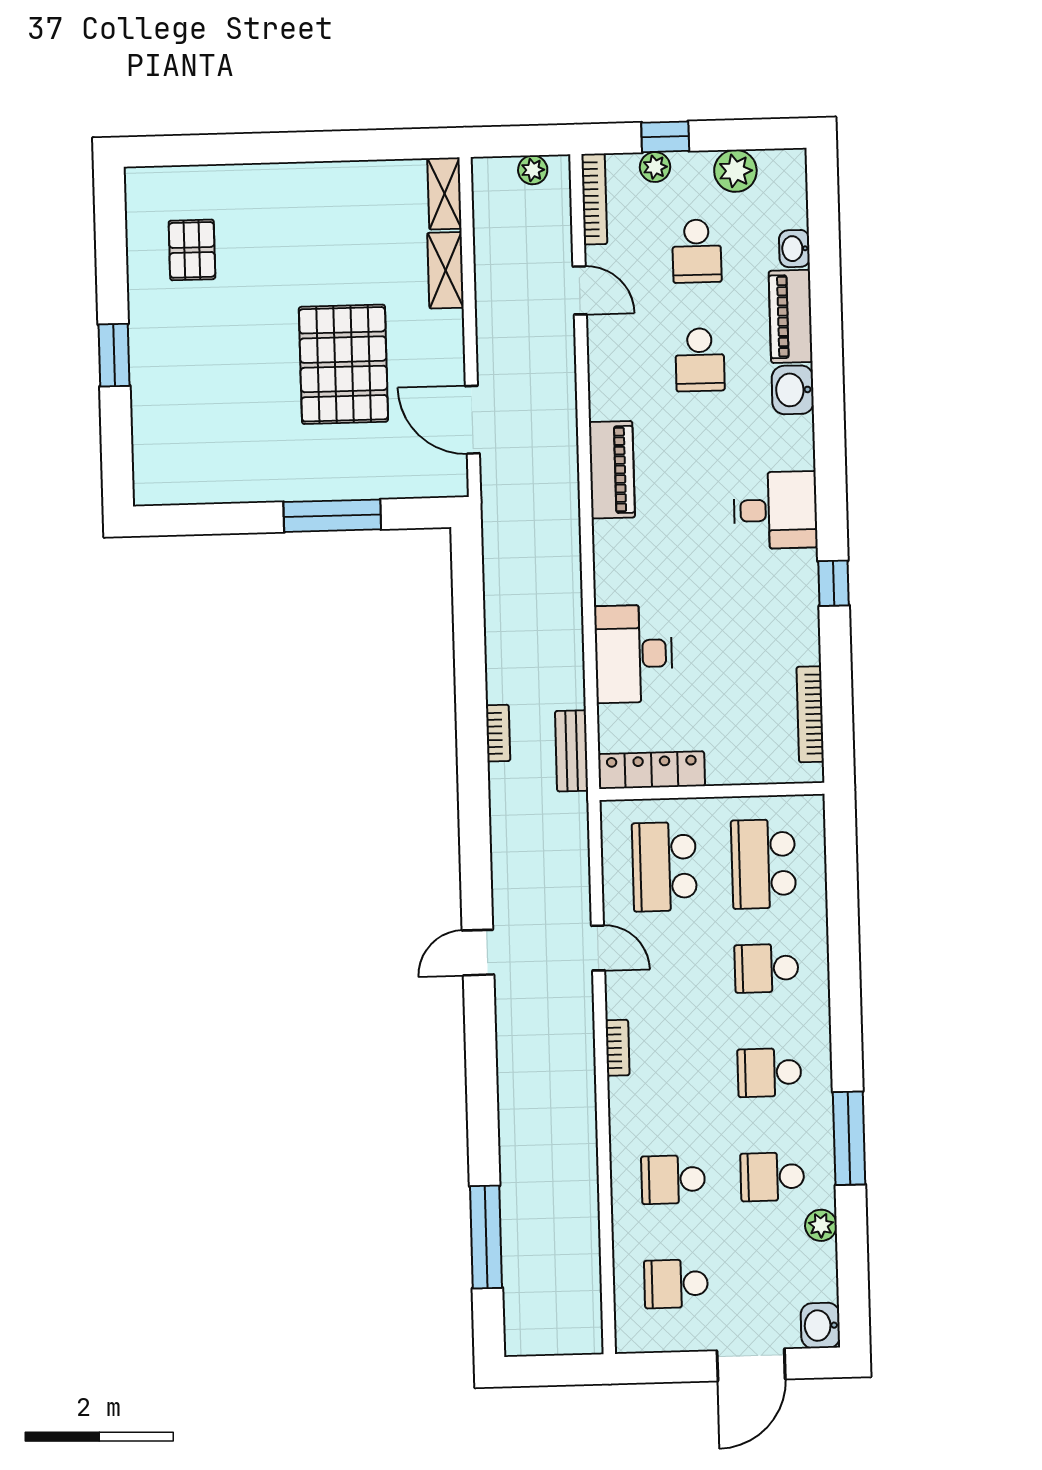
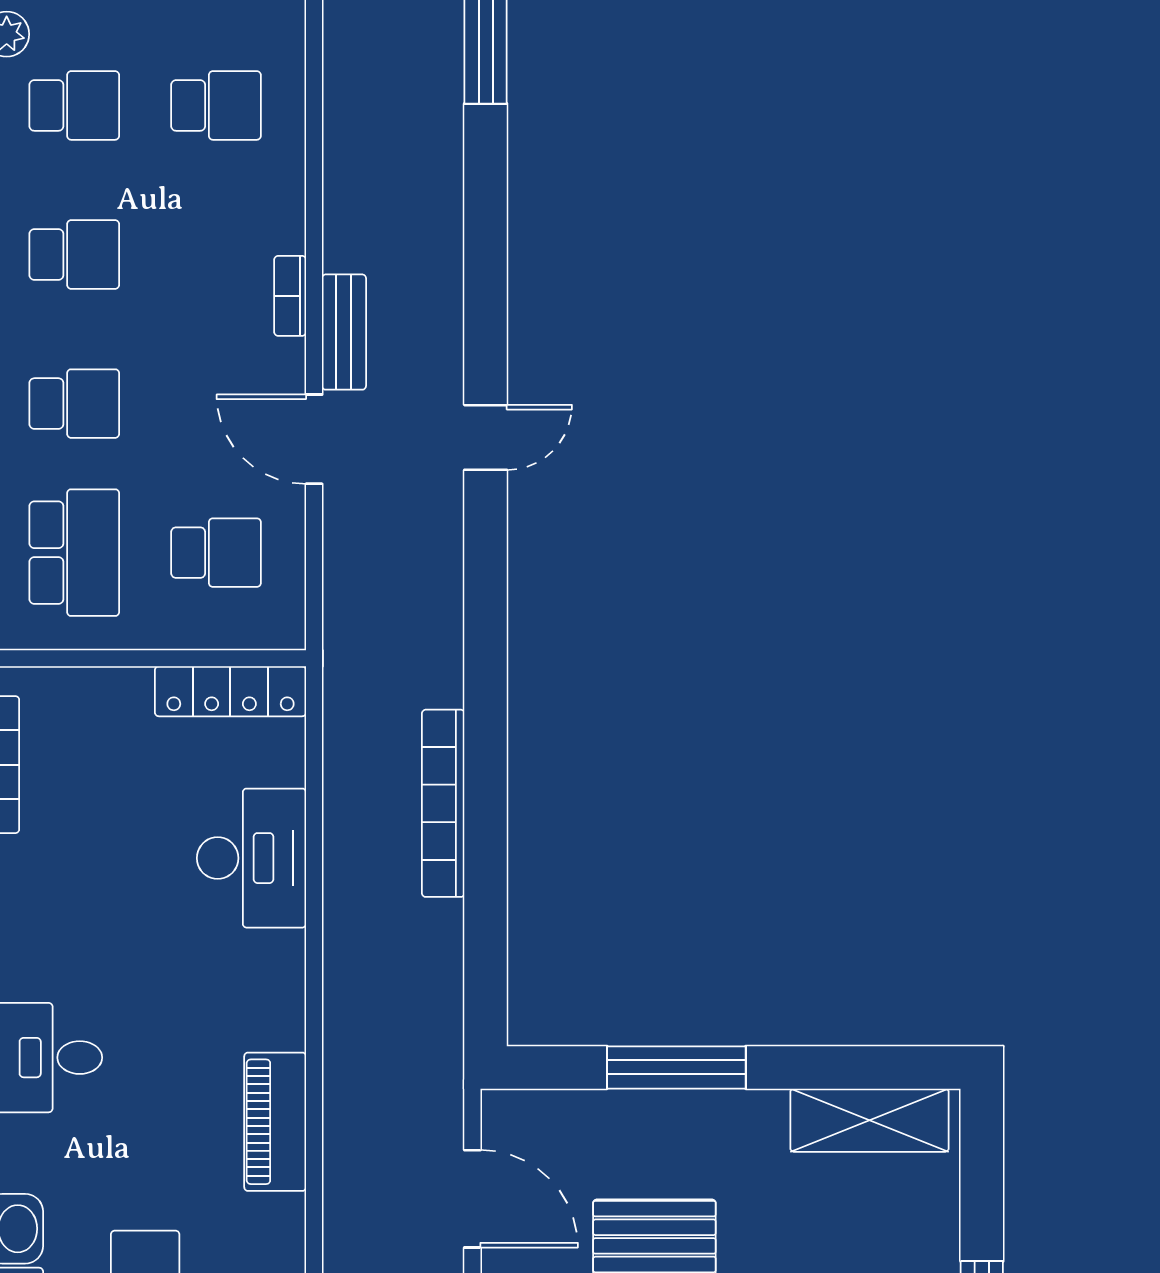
shelving: (196, 482) -> (870, 1120), added
bookcase: (498, 733) -> (443, 803), width x2.31, depth x1.31
bench: (572, 751) -> (344, 332), moved
school desk: (664, 867) -> (216, 553), width x0.54
door: (598, 948) -> (314, 439), width x1.38

